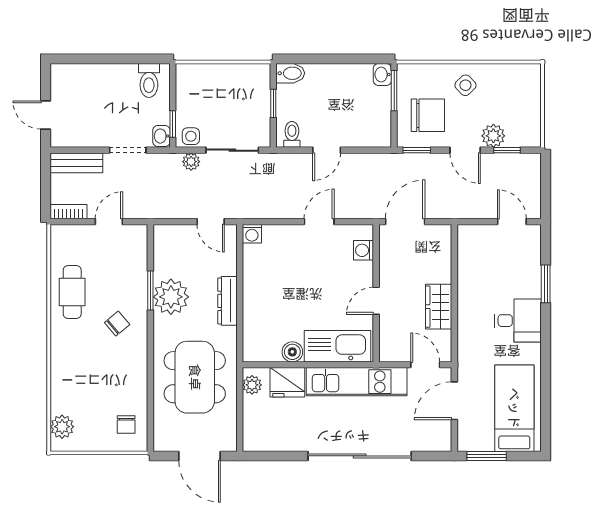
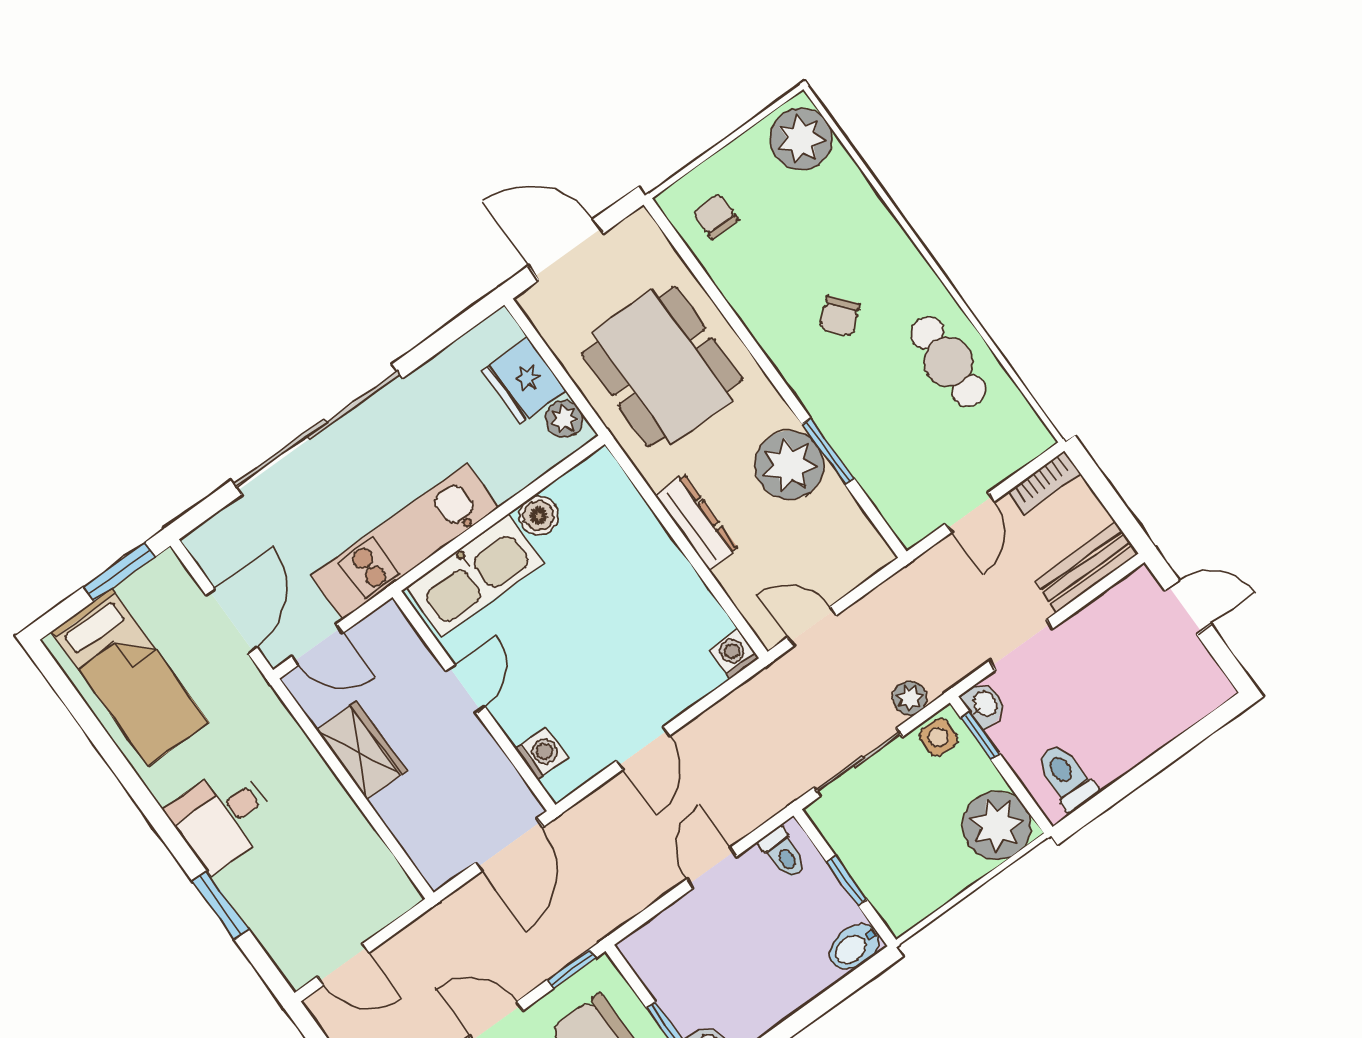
plant: (193, 81) -> (997, 826), added
chair: (117, 324) -> (839, 316), moved
fridge: (287, 382) -> (524, 380), moved, turned -90
plant: (62, 427) -> (801, 139), width x1.36, depth x1.36

